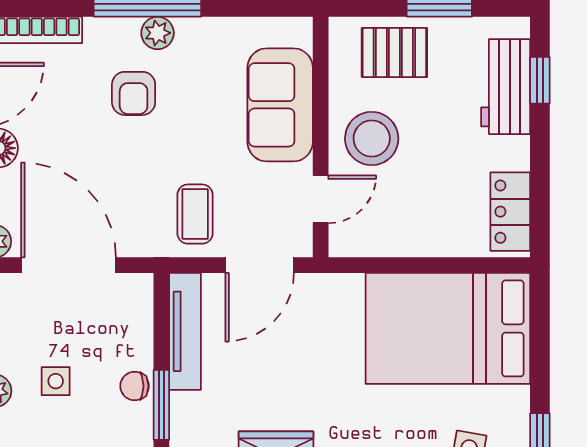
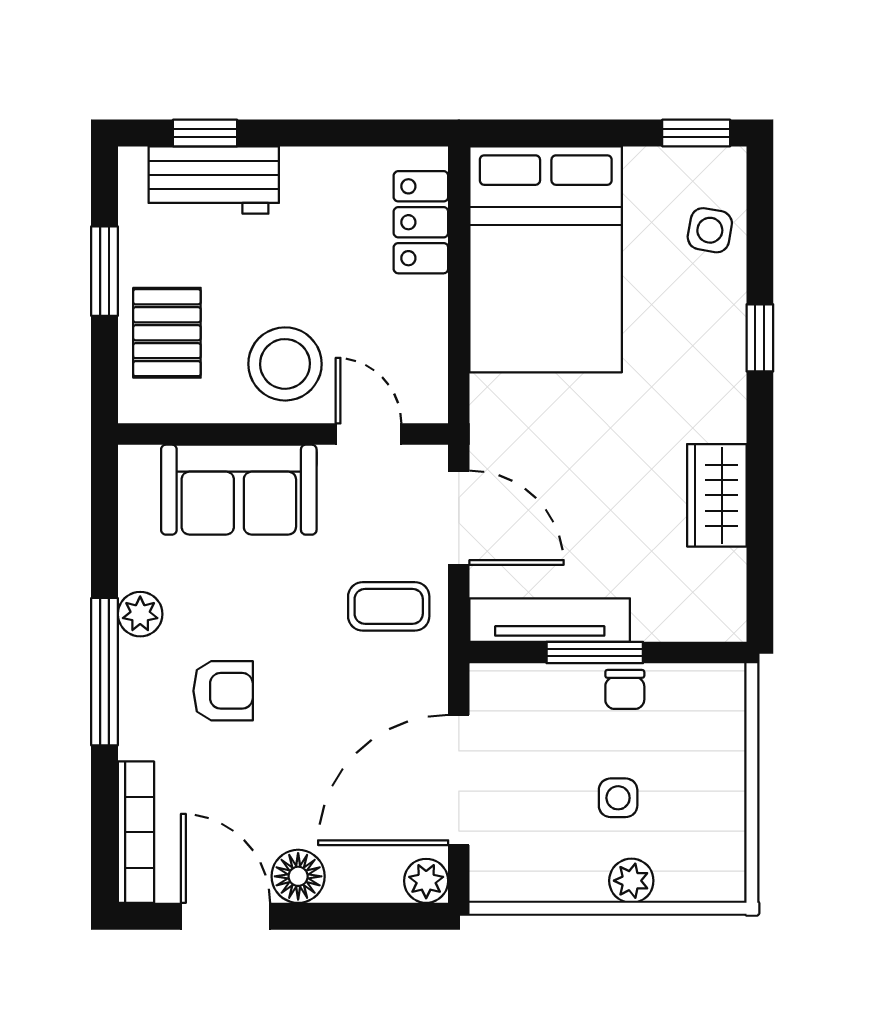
plant: (158, 33) -> (140, 614), moved
locker: (510, 212) -> (421, 222), moved, turned 90
window: (161, 405) -> (595, 652), moved

